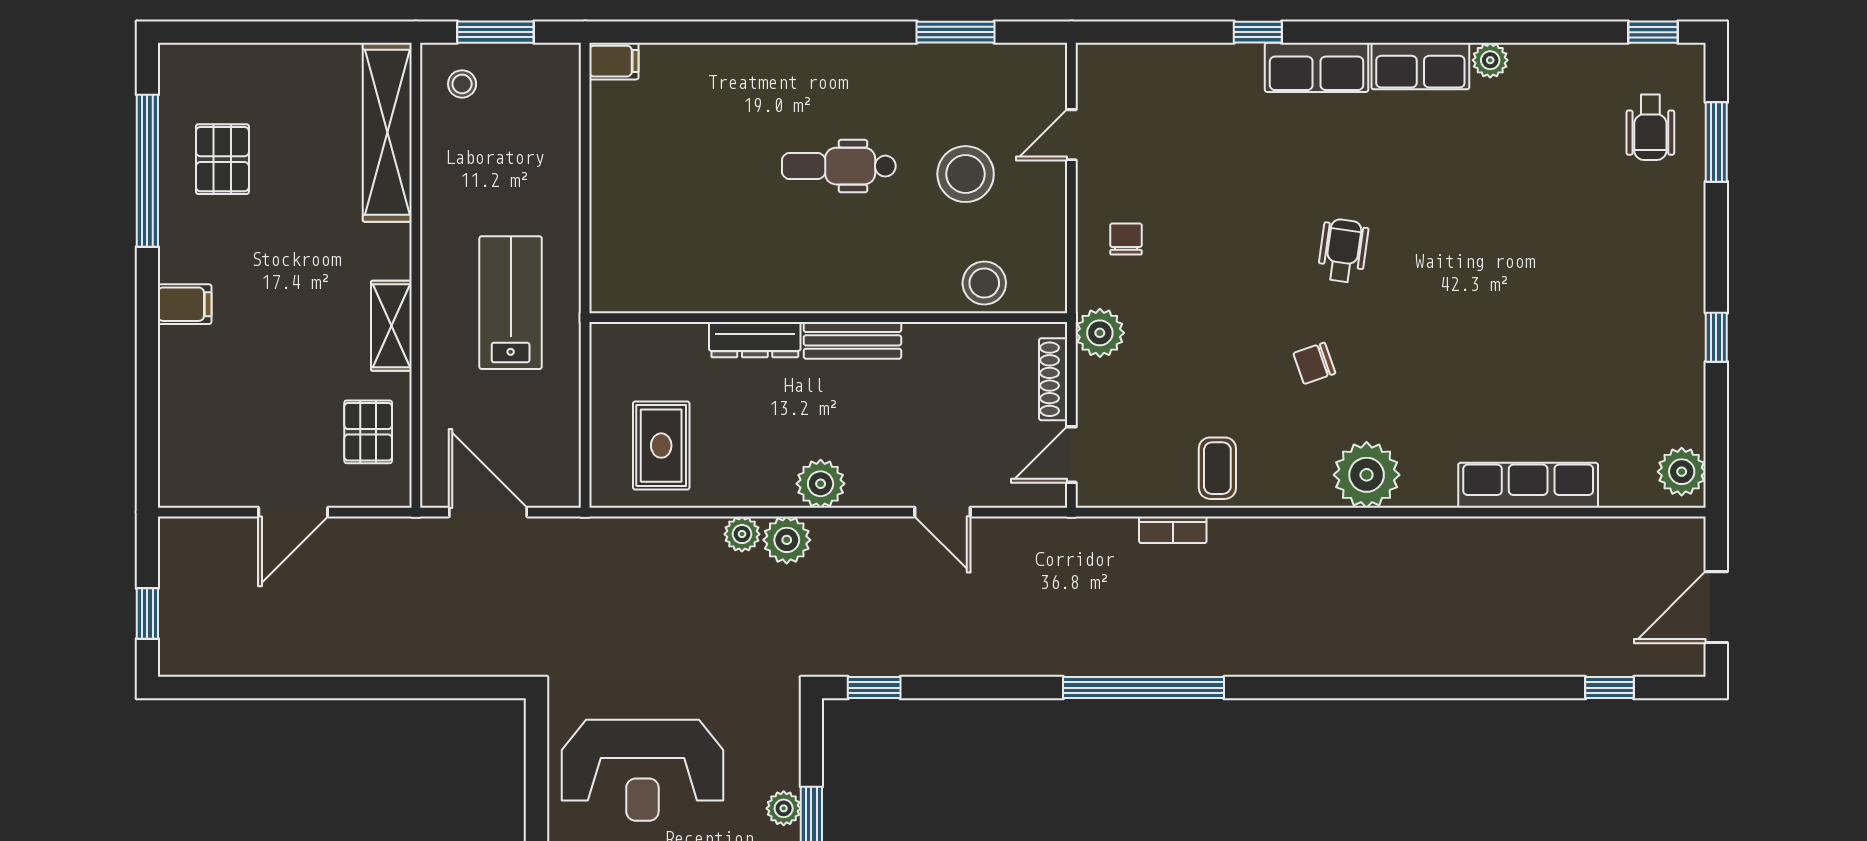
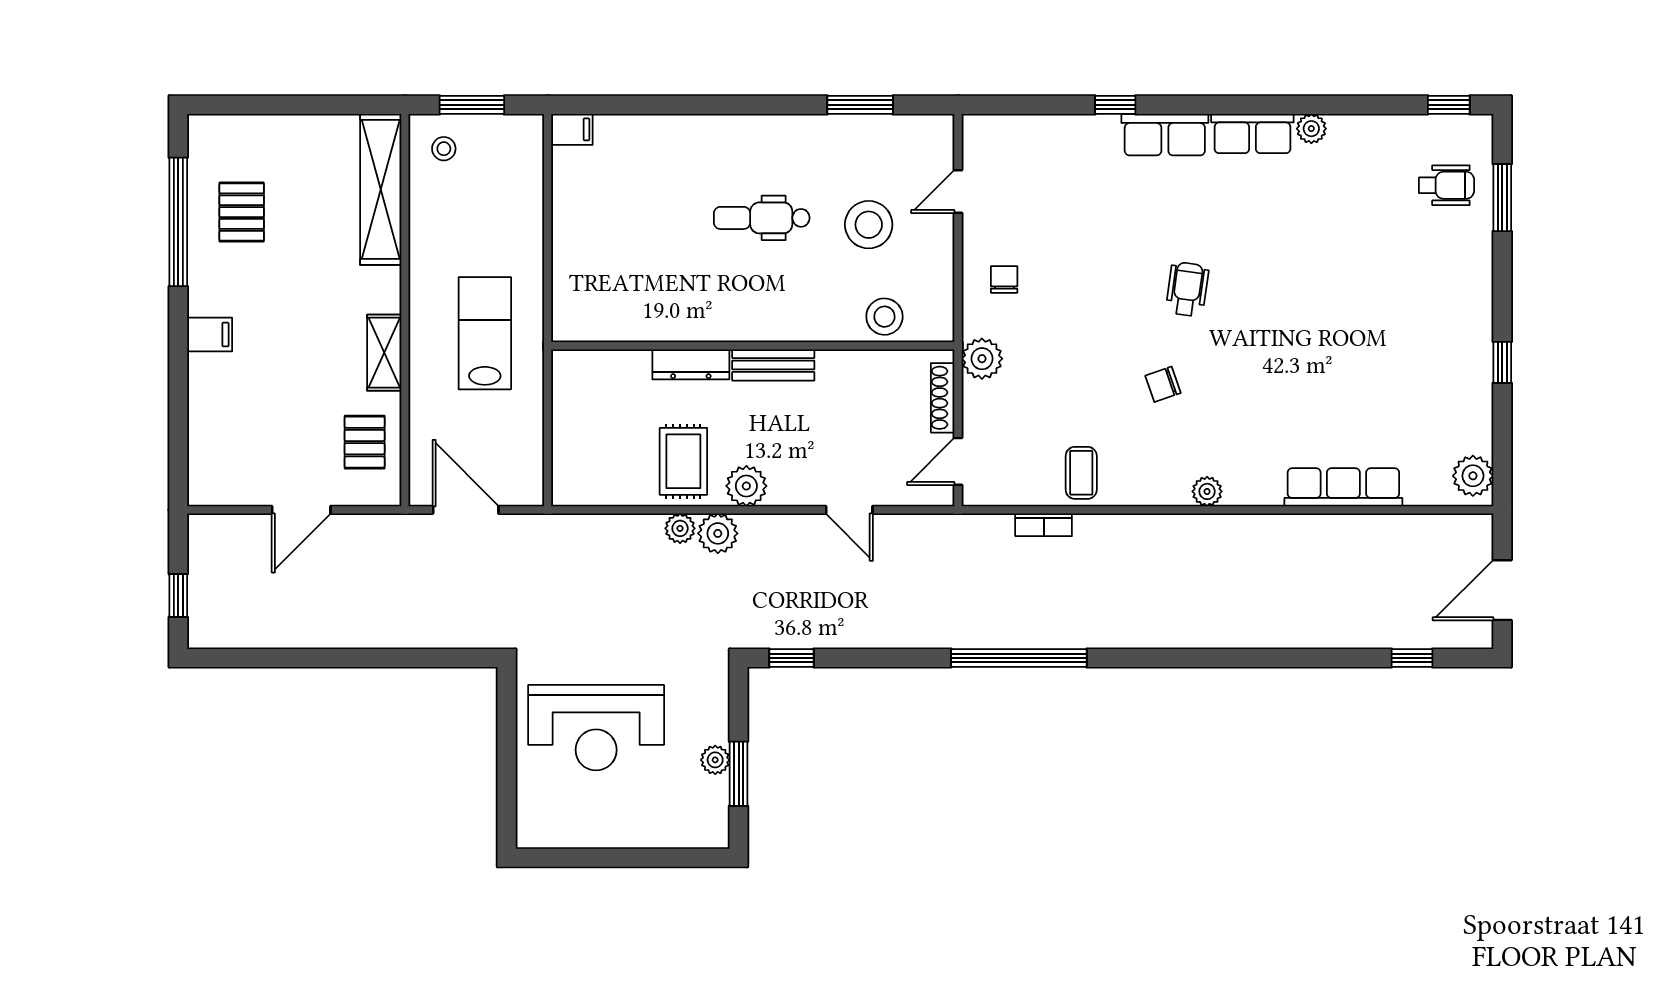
wheelchair: (1650, 127) -> (1447, 185), turned -90
rug: (661, 446) -> (683, 461), moved
plant: (1367, 475) -> (1207, 491), width x0.53, depth x0.53

